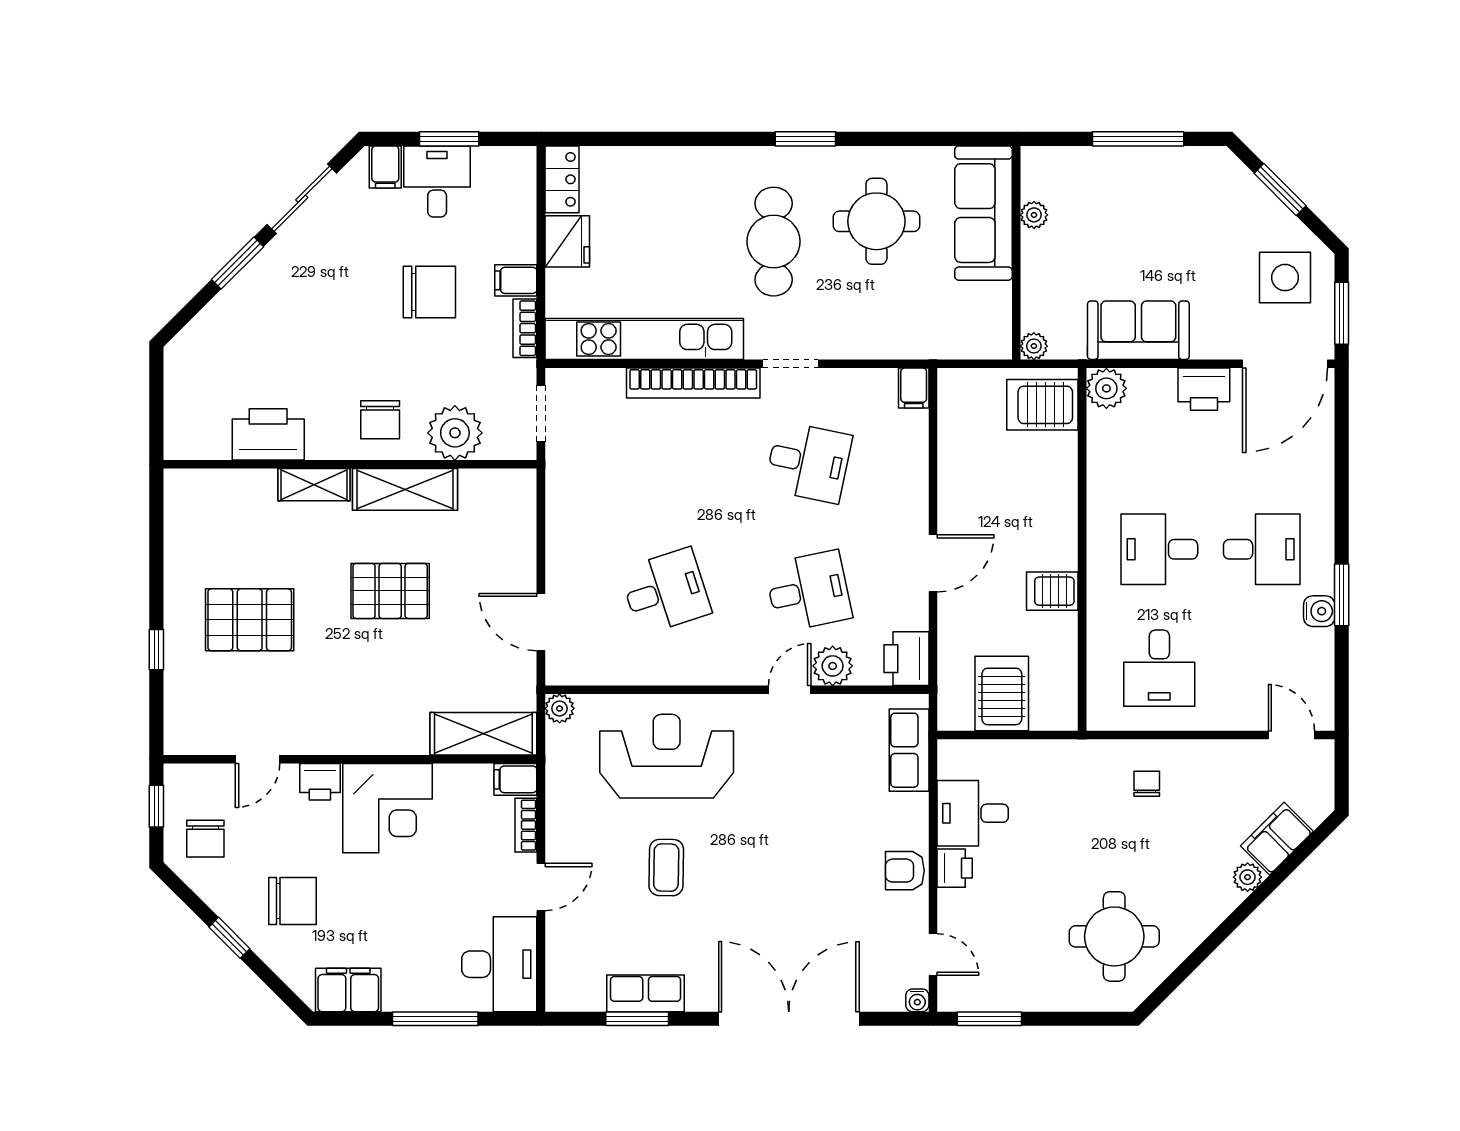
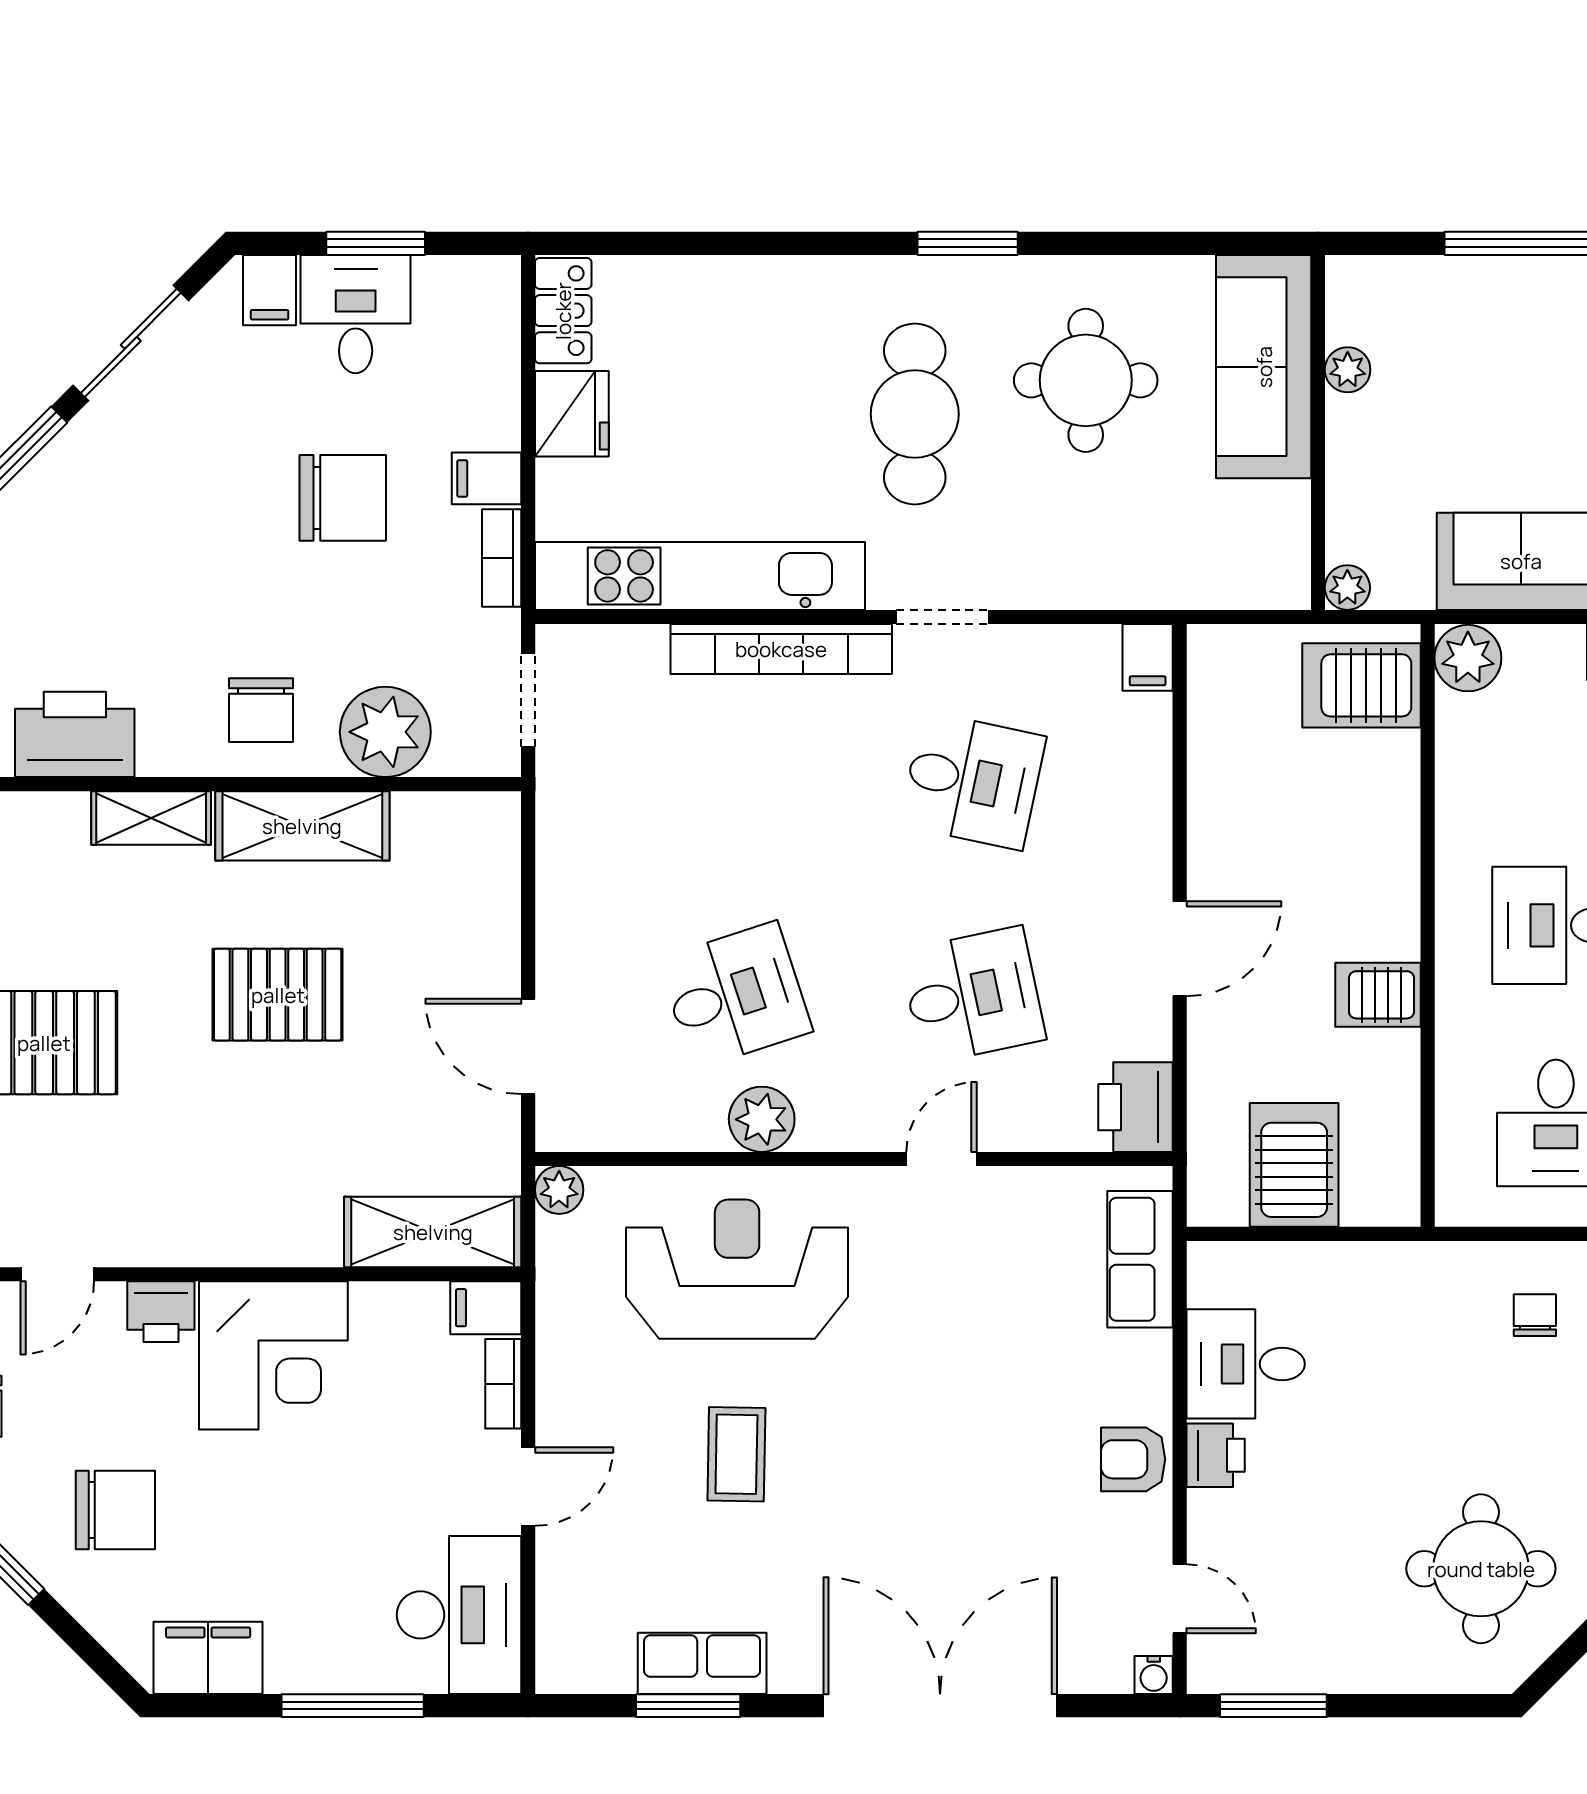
plant: (833, 666) -> (762, 1119), moved

